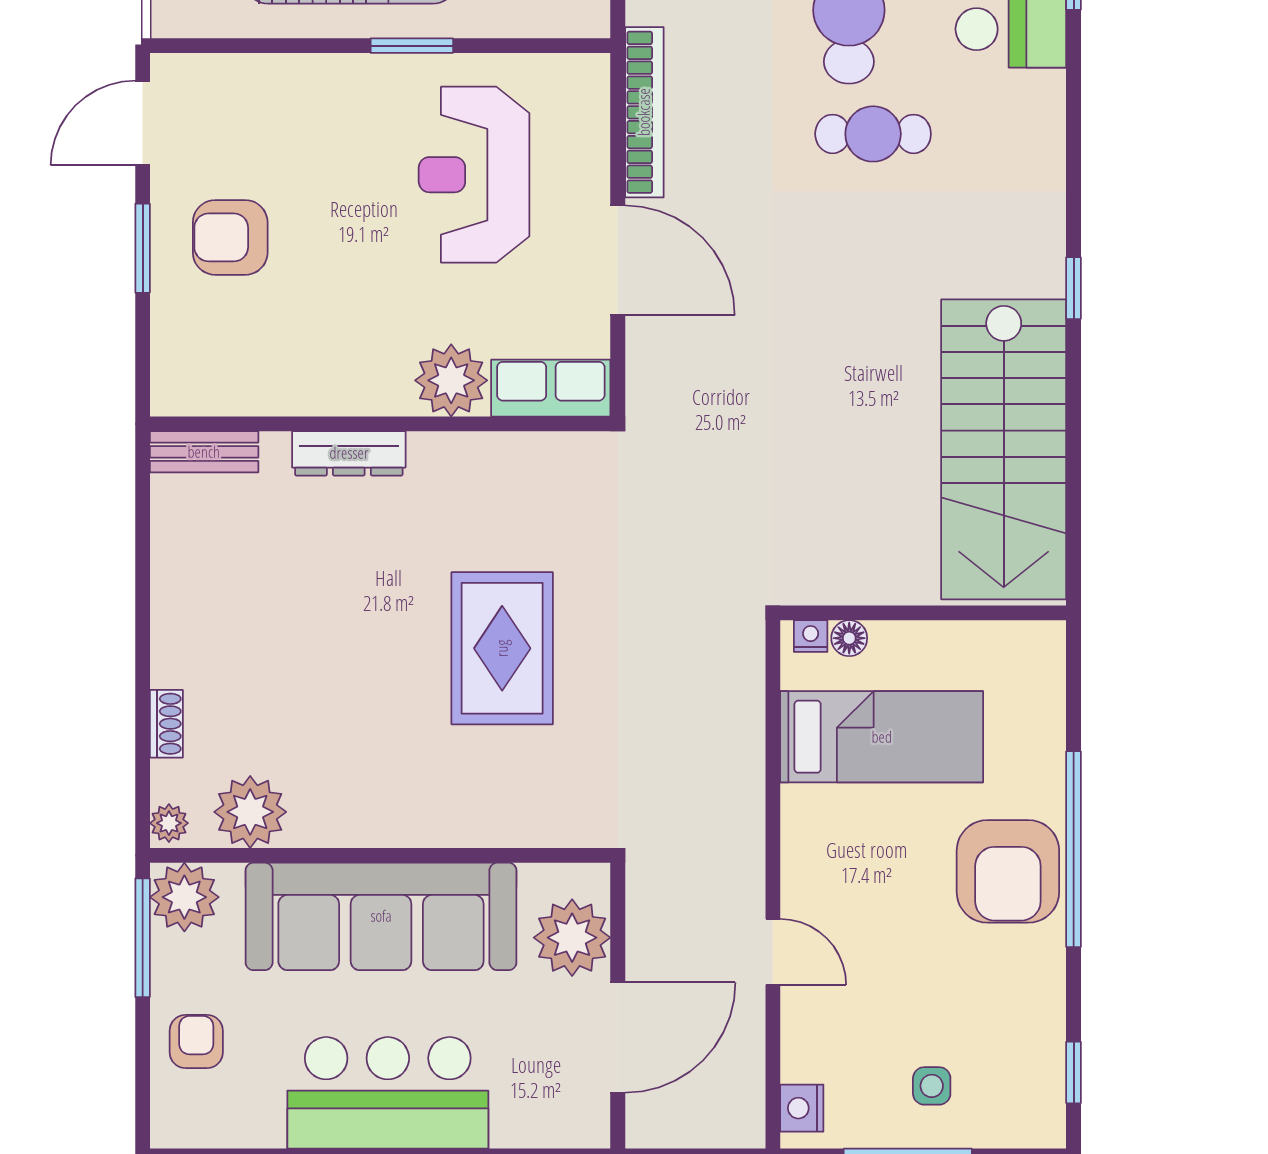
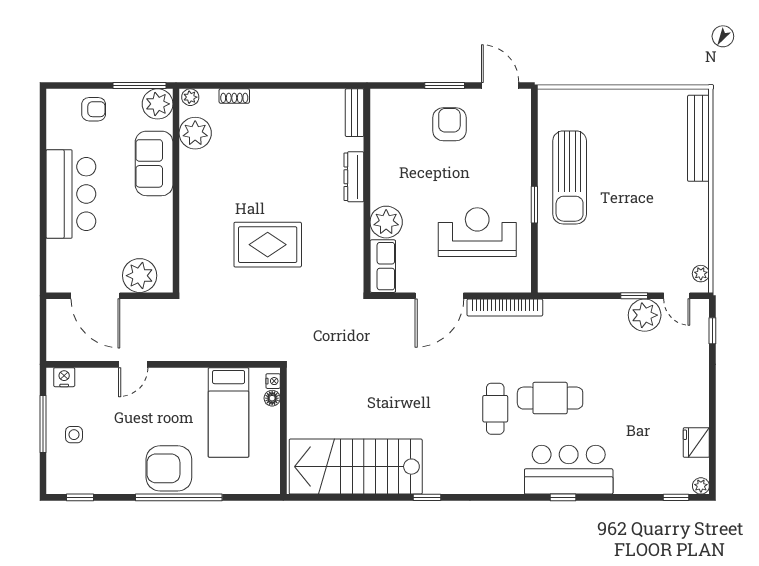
sofa: (381, 916) -> (154, 163), width x0.54, depth x0.79

